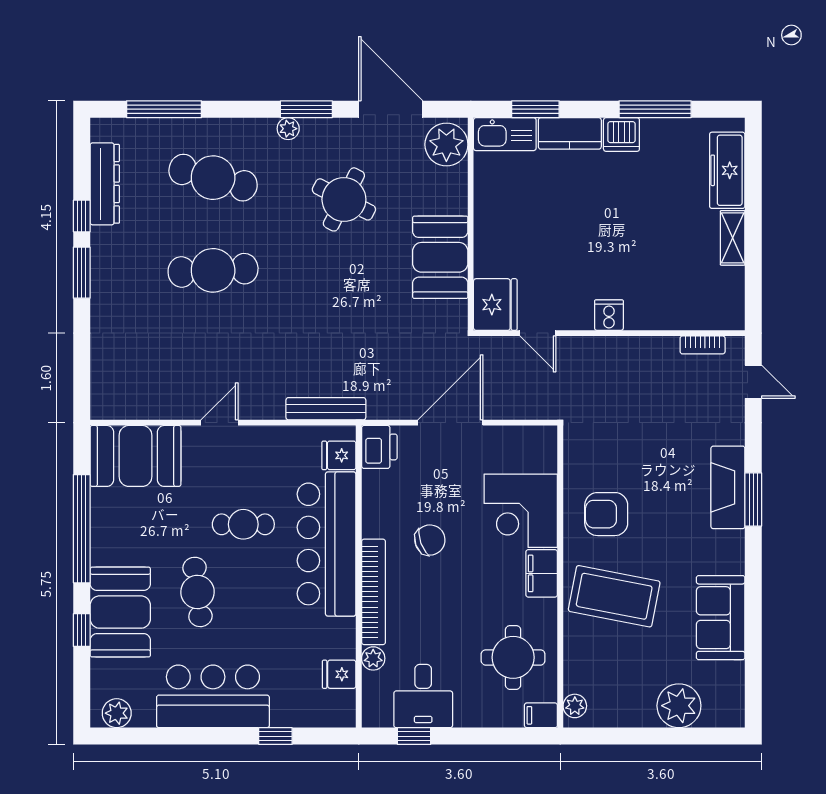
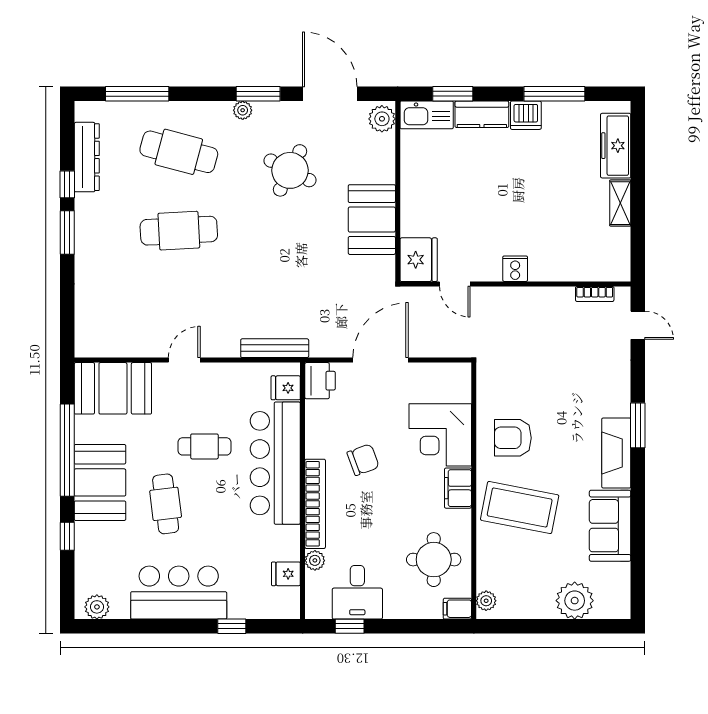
plant: (446, 144) -> (382, 119), width x0.73, depth x0.73
fireplace: (728, 487) -> (616, 453), moved
booth: (120, 612) -> (100, 482), moved

